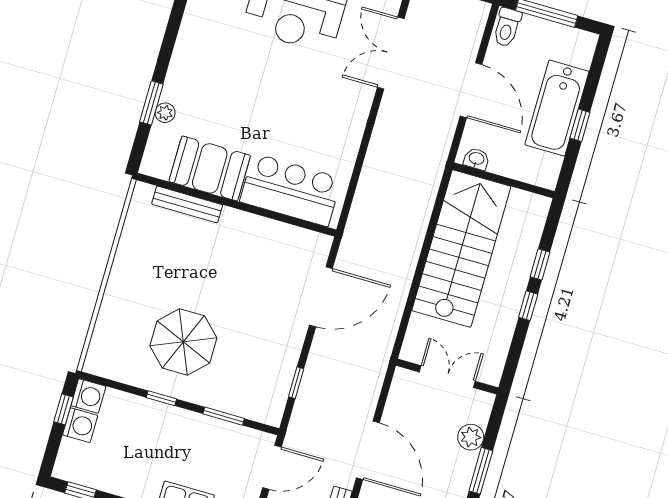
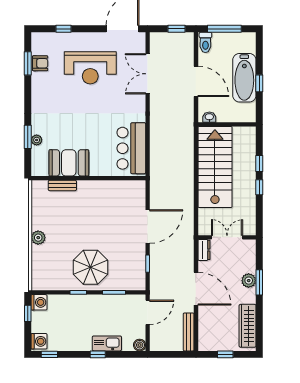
bar counter: (291, 190) -> (131, 148), moved, turned -90
bench: (187, 204) -> (62, 185), width x0.73
plant: (119, 283) -> (38, 238), added
door: (321, 297) -> (148, 226), moved
parasol: (183, 342) -> (90, 267), moved
dresser: (401, 387) -> (204, 250), added
washing machine: (80, 425) -> (39, 341), moved
plant: (471, 437) -> (249, 281), moved

